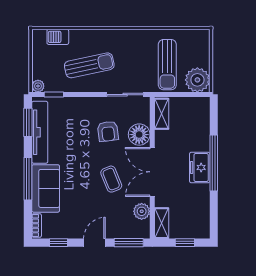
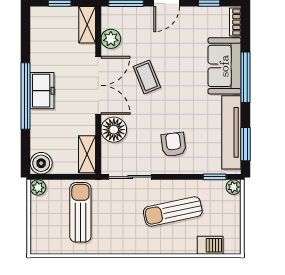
plant: (197, 80) -> (38, 188), width x0.53, depth x0.53
boiler: (201, 106) -> (41, 163), added
armchair: (108, 131) -> (174, 144), moved

